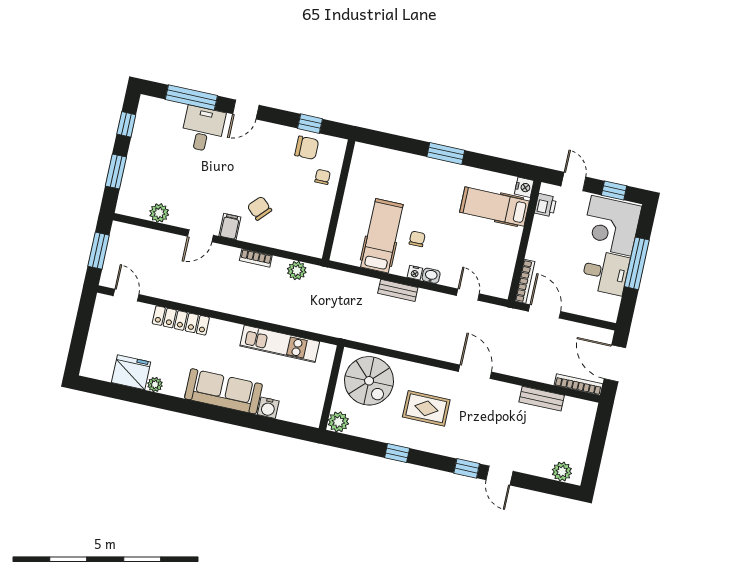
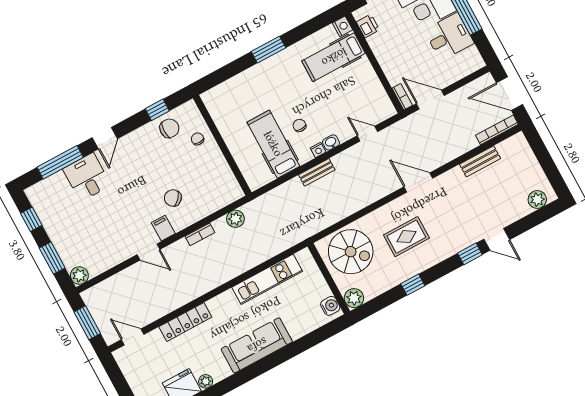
plant: (159, 213) -> (79, 275), moved
door: (200, 236) -> (148, 252), hinge flipped
bookcase: (525, 281) -> (402, 97), width x0.64
water cooler: (268, 408) -> (330, 306), moved, turned -90

